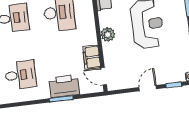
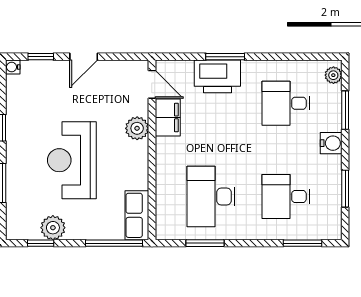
plant: (108, 34) -> (137, 128), moved

